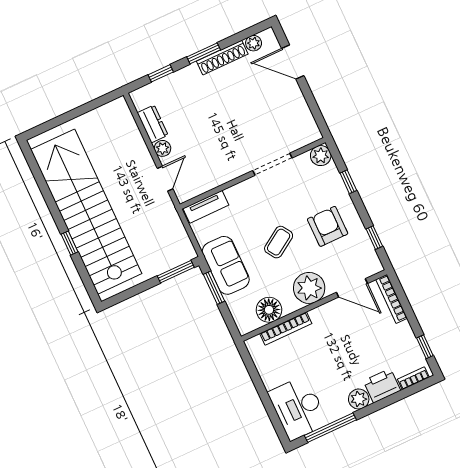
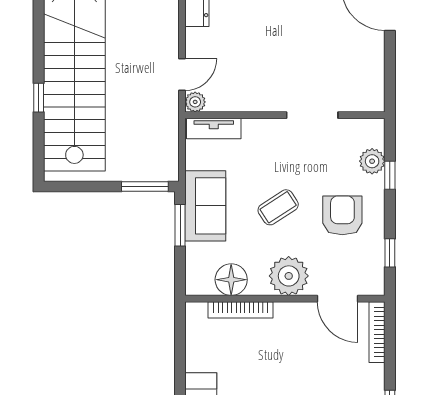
plant: (163, 148) -> (195, 102), moved
plant: (321, 156) -> (372, 161), moved

